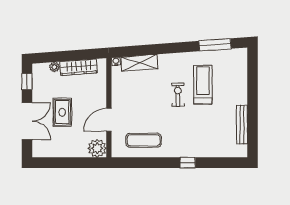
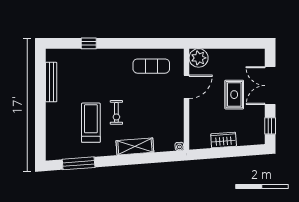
shelving: (139, 63) -> (135, 146), moved
plant: (54, 67) -> (242, 141), removed
wardrobe: (79, 67) -> (224, 140), width x0.67
treadmill: (203, 85) -> (91, 123), turned 180
window: (188, 163) -> (89, 43), moved

